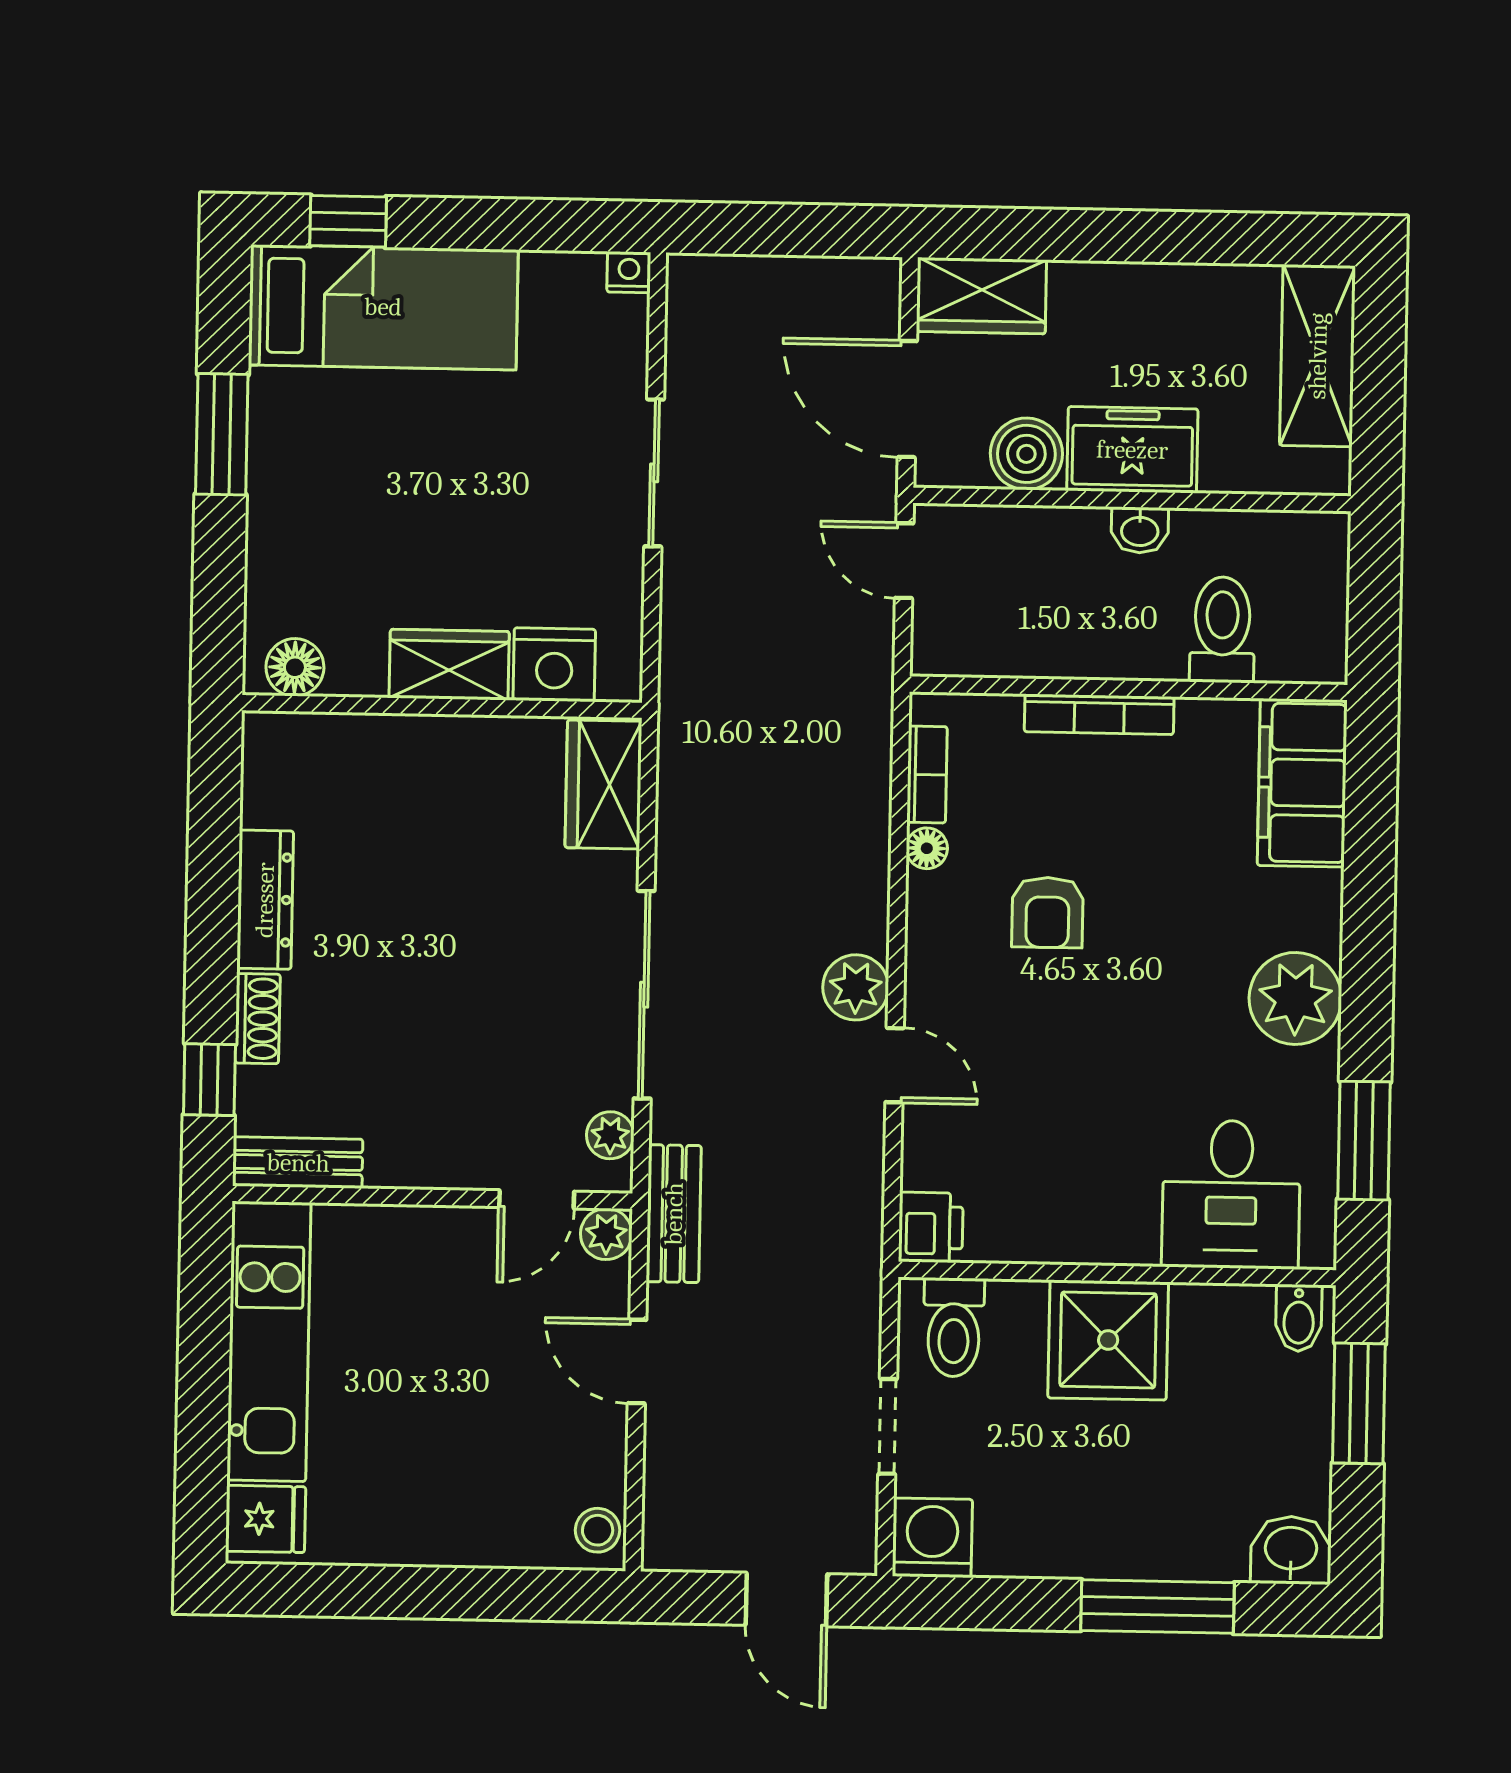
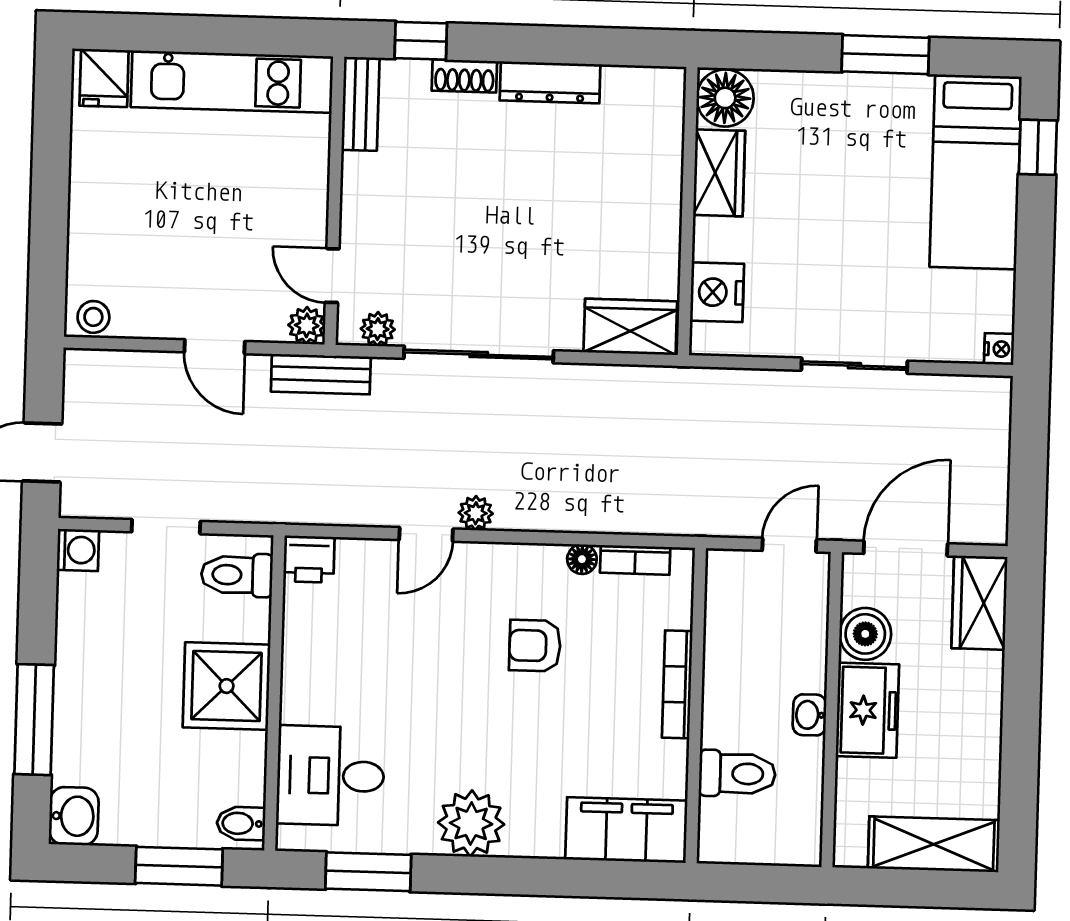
wardrobe: (449, 665) -> (719, 173), moved
floor lamp: (295, 667) -> (725, 98), width x1.38, depth x1.38
plant: (856, 987) -> (476, 513), width x0.73, depth x0.73
door: (637, 1361) -> (215, 347), swing flipped
washing machine: (932, 1538) -> (78, 550), width x0.73, depth x0.73

